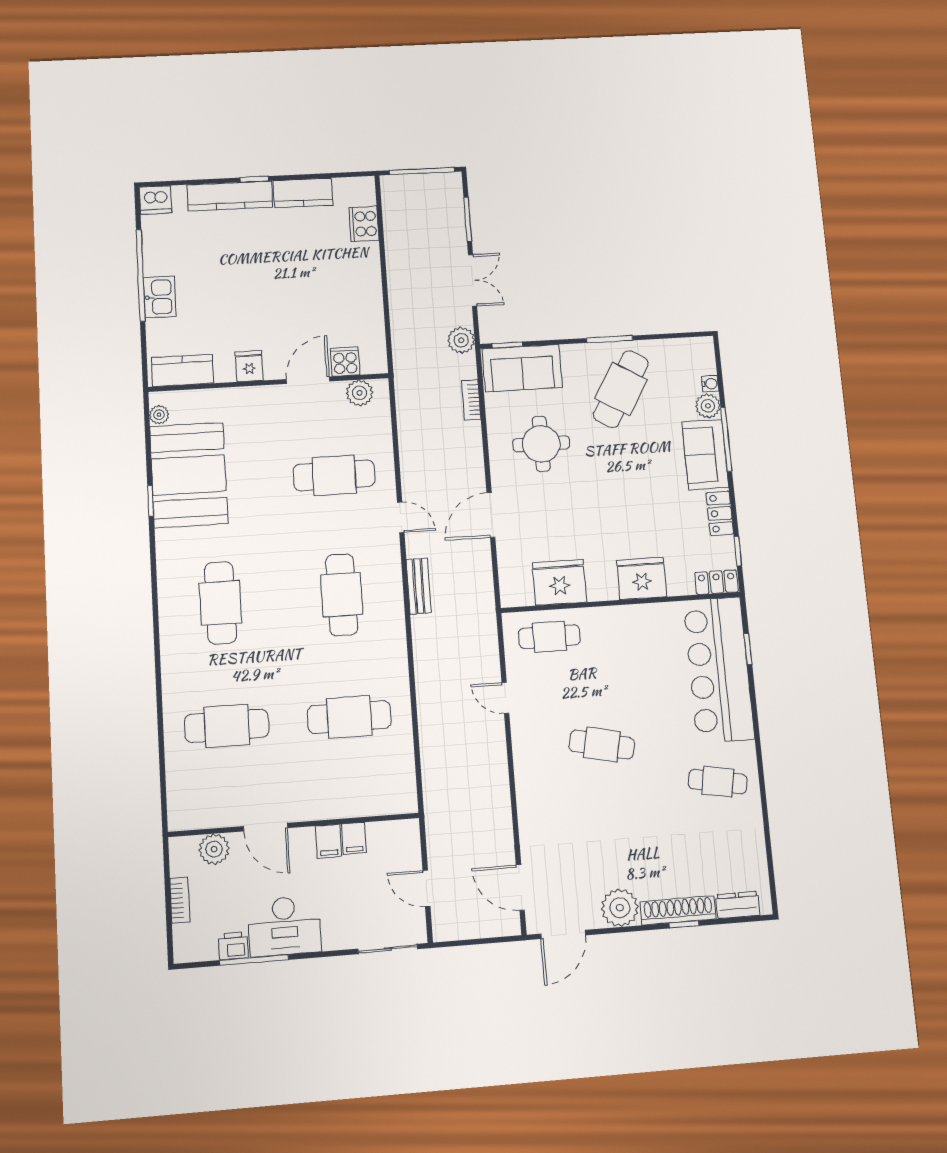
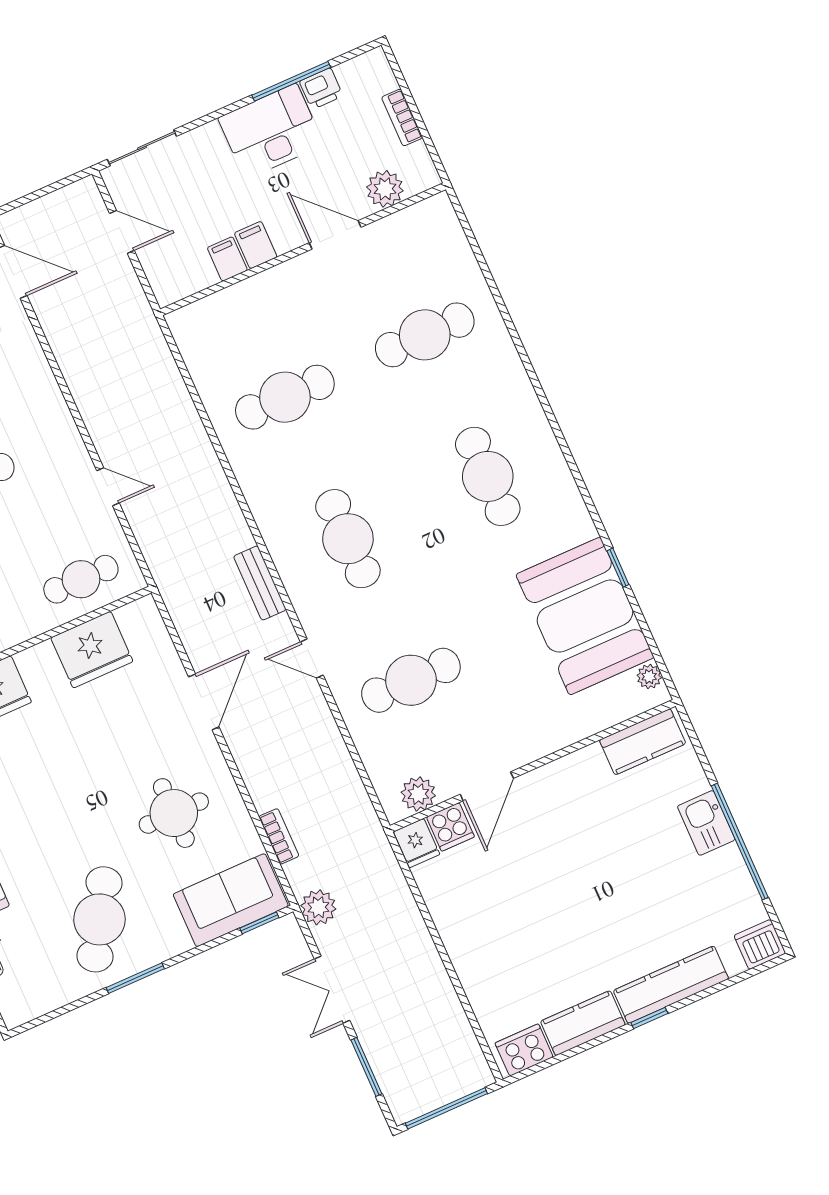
cooker: (364, 224) -> (524, 1050), moved, turned -90
fridge: (249, 366) -> (417, 843), moved

